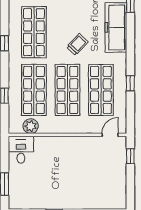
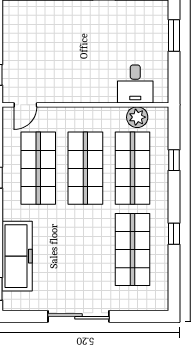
trolley: (77, 44) -> (71, 232), removed
desk: (21, 150) -> (135, 84), moved

